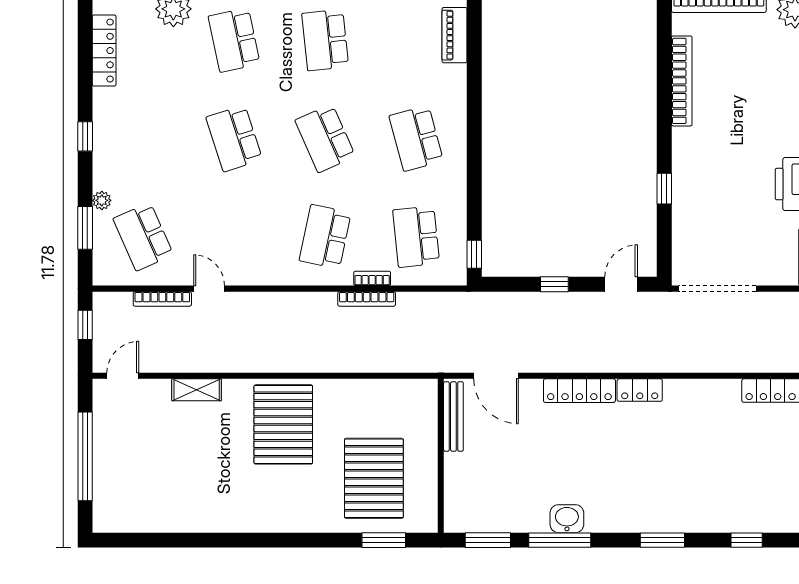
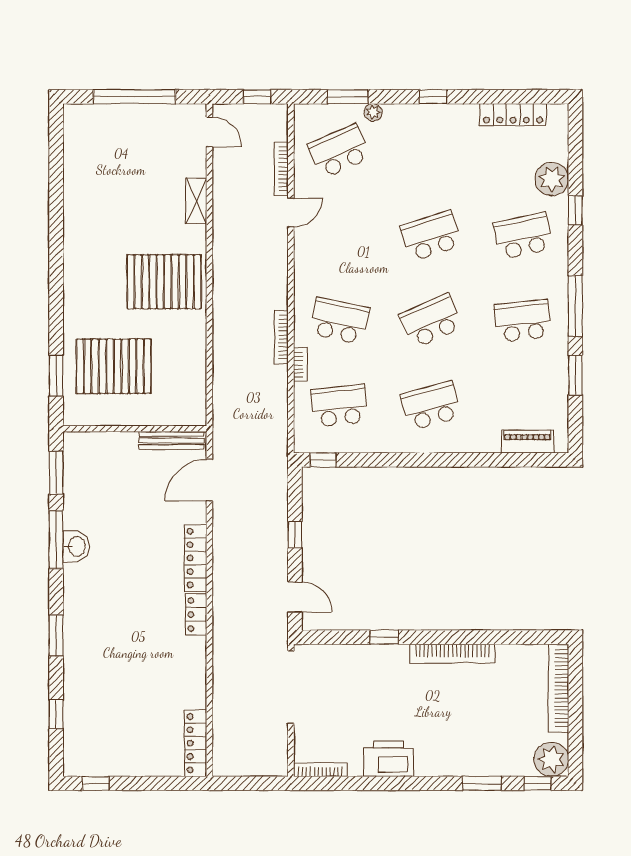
bookcase: (682, 81) -> (452, 654), moved
bookcase: (367, 299) -> (281, 337), moved

